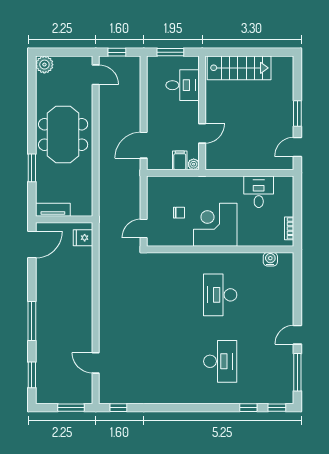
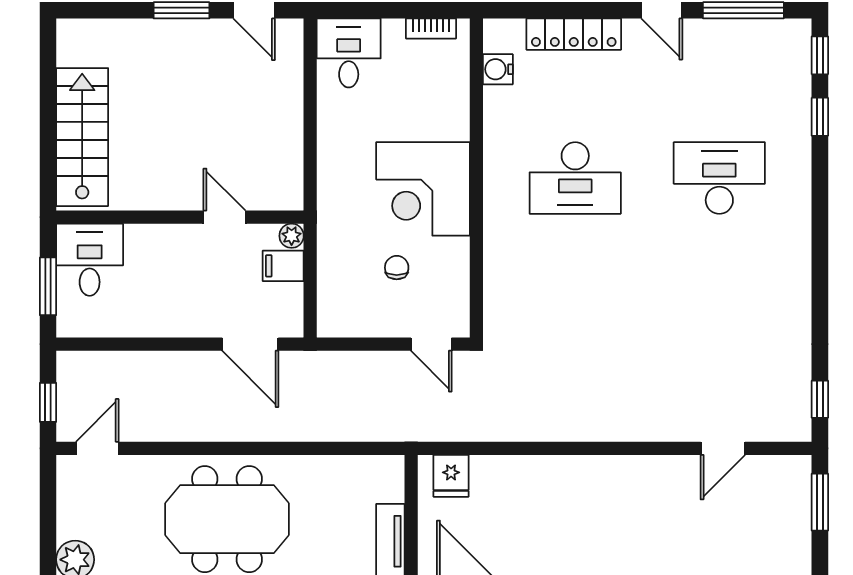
desk: (183, 85) -> (90, 260), moved
desk: (259, 192) -> (349, 53), moved, turned 90
locker: (287, 294) -> (574, 34), added

